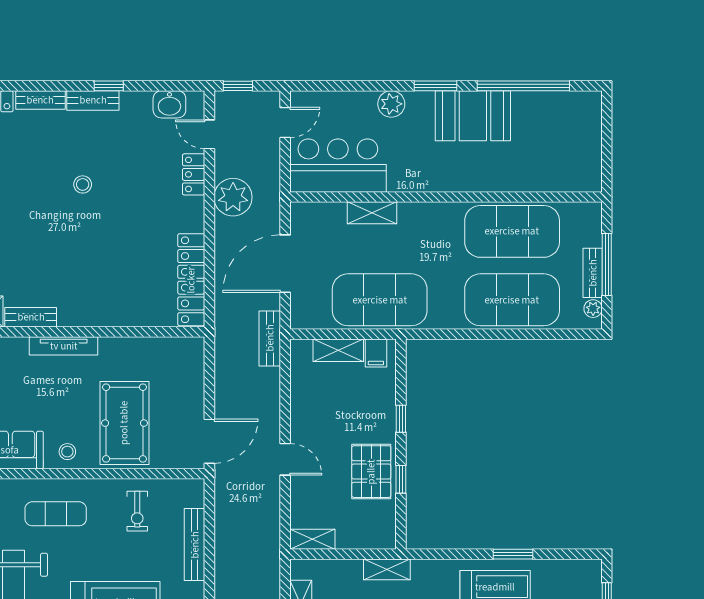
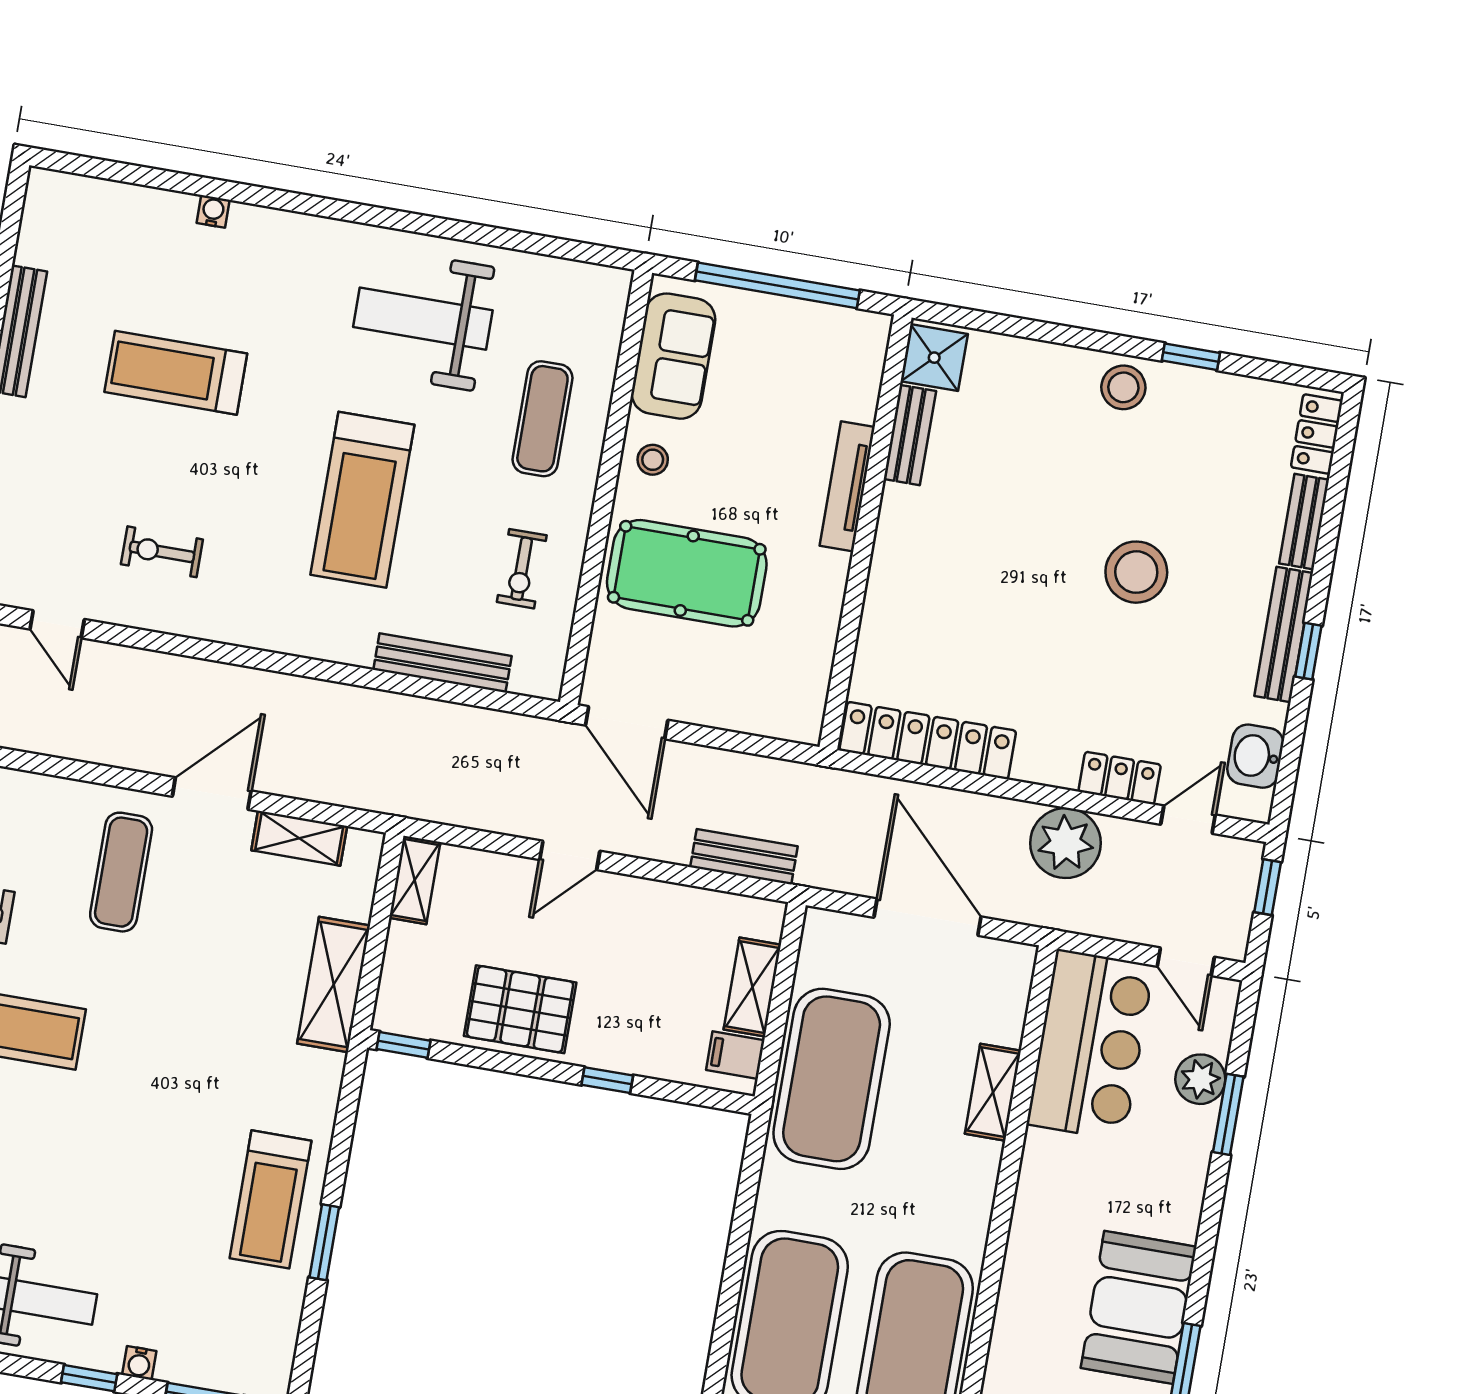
window: (435, 86) -> (1228, 1114), moved
bench: (93, 100) -> (1284, 635), width x1.36
plant: (391, 104) -> (1200, 1079), moved
stool: (83, 184) -> (1136, 572), width x1.89, depth x1.89
bench: (270, 338) -> (744, 857), moved
window: (401, 479) -> (403, 1045), moved
exercise bike: (137, 511) -> (522, 569), turned -90
shelving: (387, 569) -> (334, 984), width x1.50, depth x1.33

